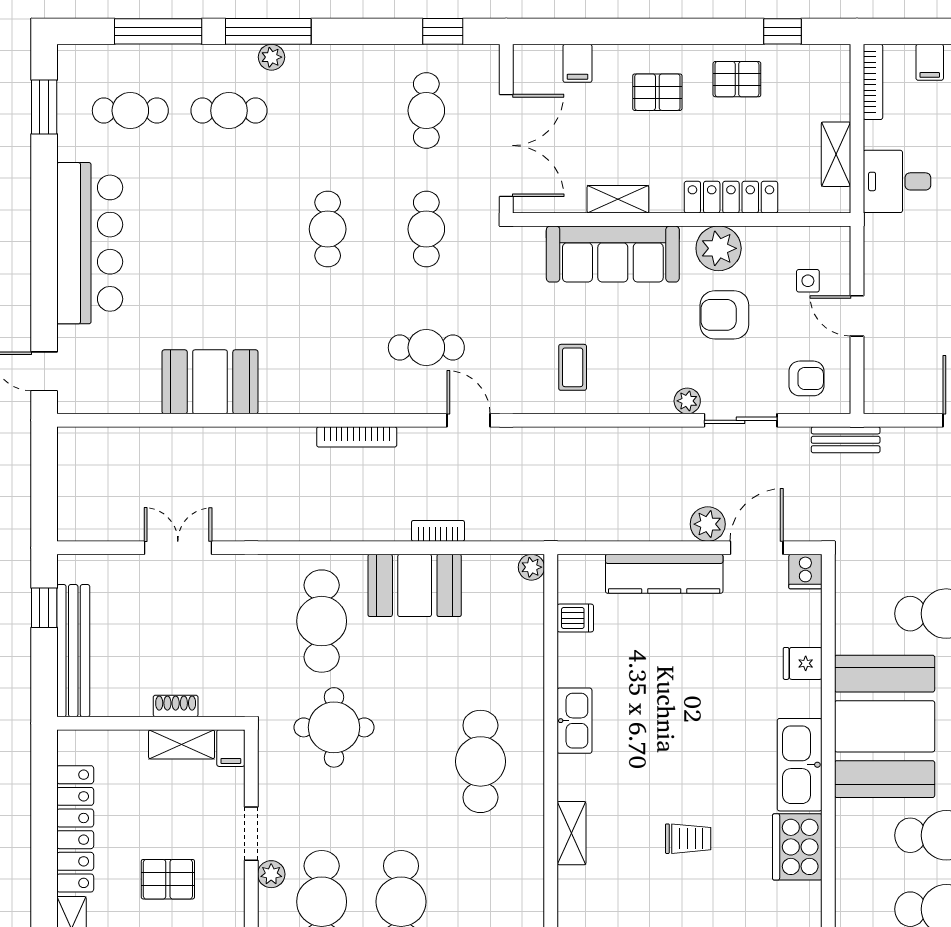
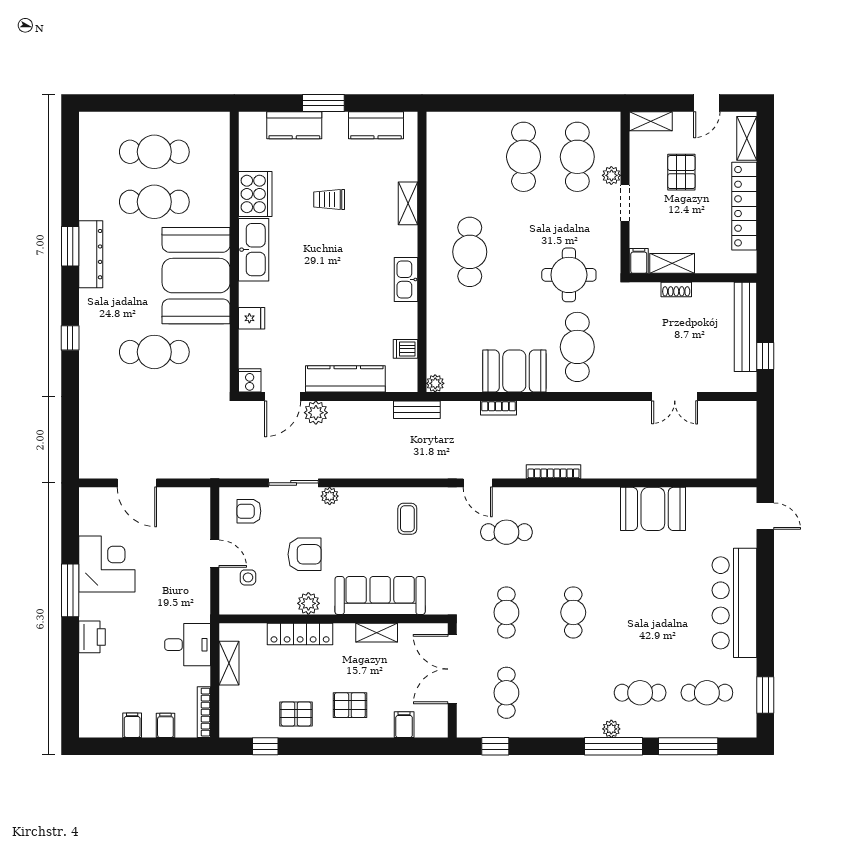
plant: (719, 248) -> (308, 603), width x0.73, depth x0.73
bench: (846, 440) -> (417, 410), moved
pallet: (168, 879) -> (681, 172), turned 90

